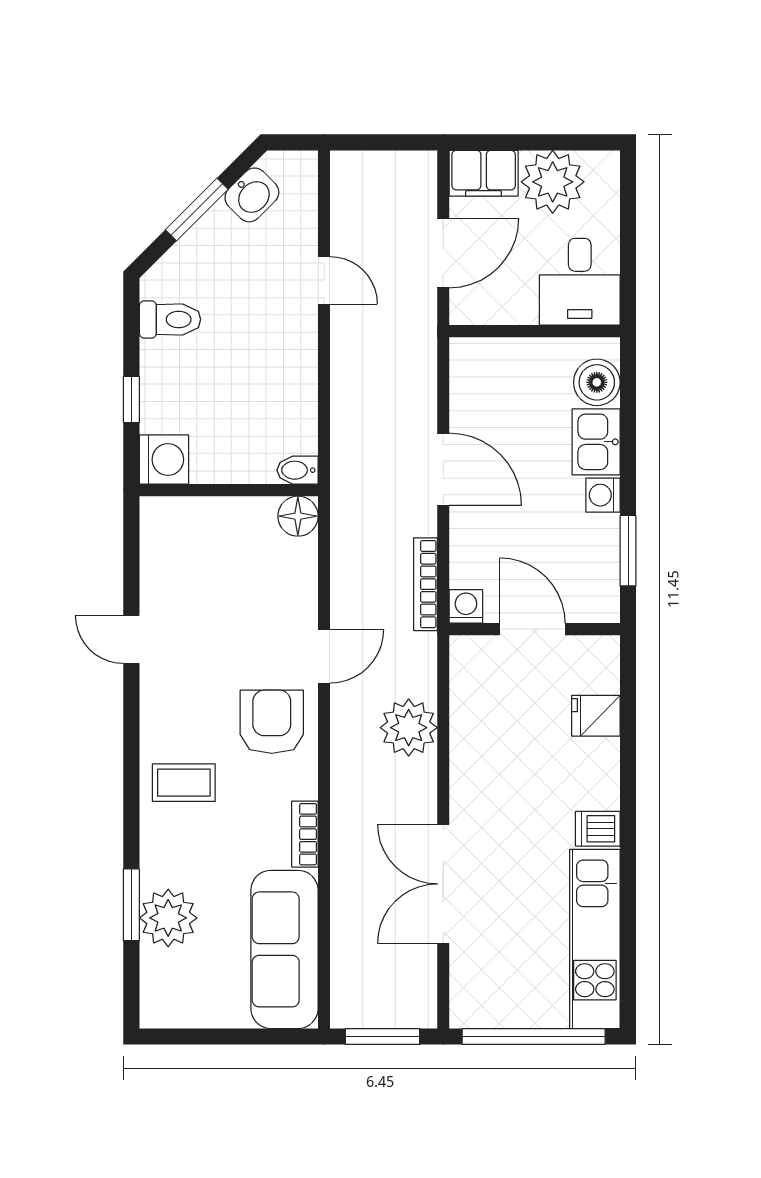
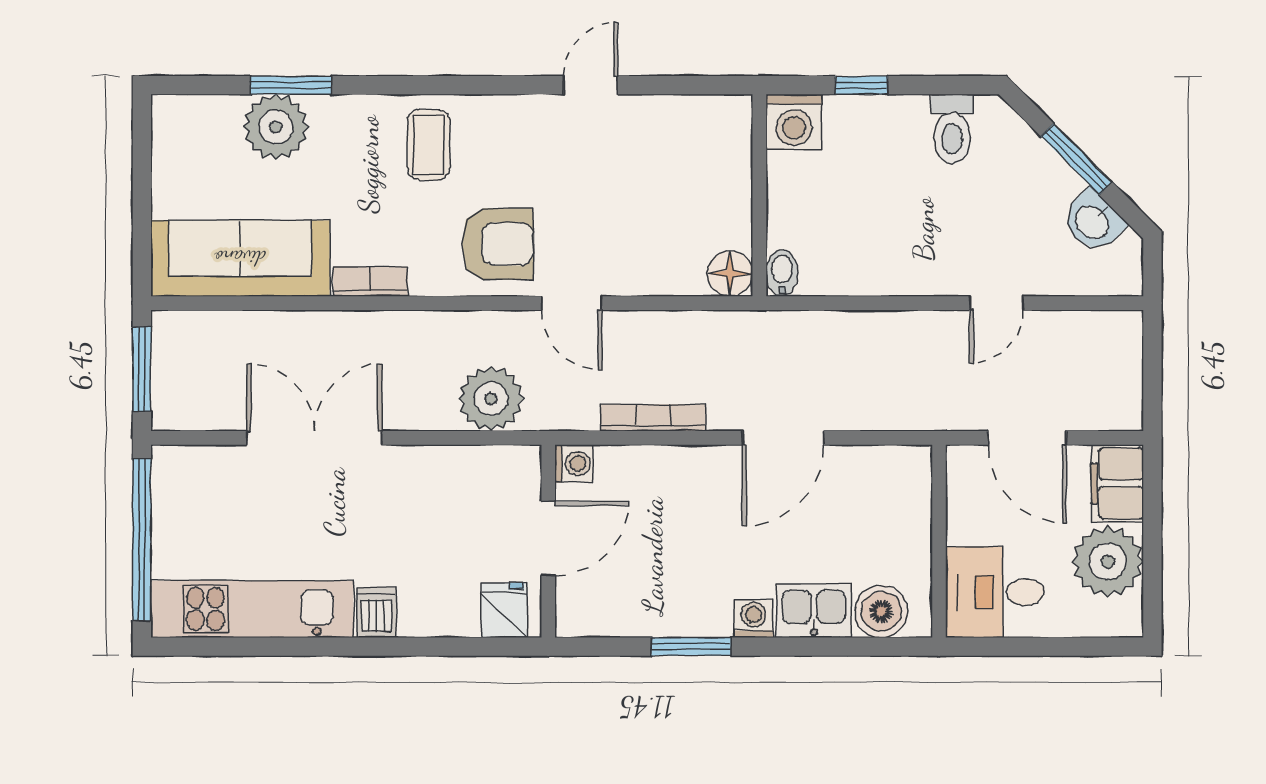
washing machine: (466, 606) -> (574, 463), moved
door: (532, 629) -> (548, 539), moved
wall: (535, 629) -> (548, 541), moved

